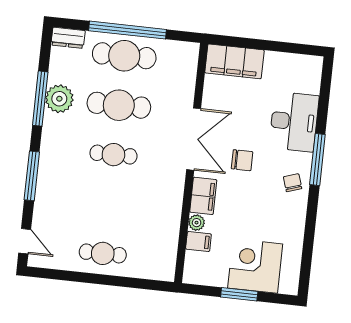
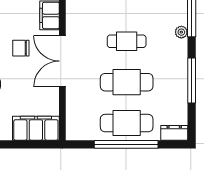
plant: (59, 99) -> (181, 32), moved, width x0.53, depth x0.53

